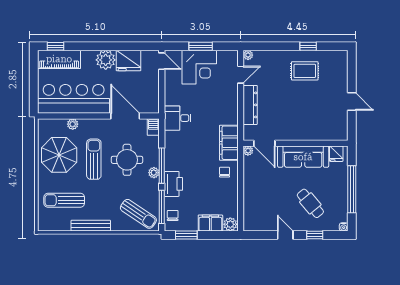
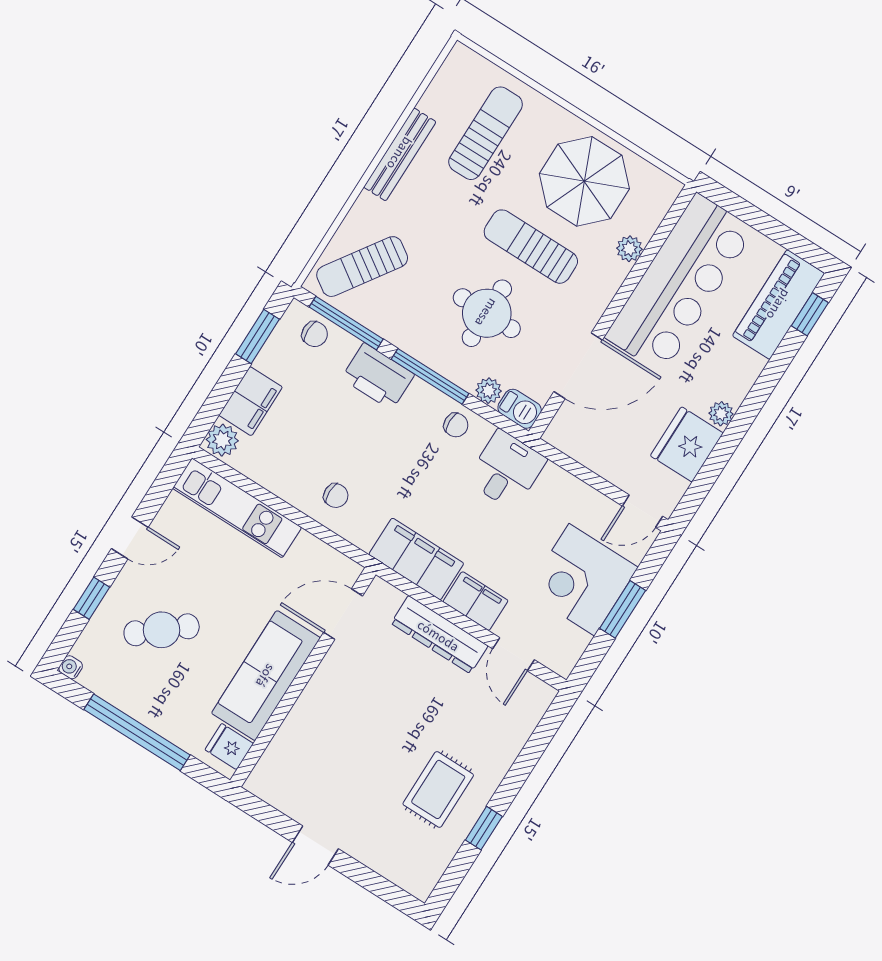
plant: (248, 55) -> (544, 695), removed
plant: (106, 60) -> (721, 414), width x0.53, depth x0.53
filing cabinet: (230, 100) -> (476, 601), added
filing cabinet: (229, 143) -> (416, 559), moved
chair: (173, 146) -> (456, 425), added
plant: (248, 151) -> (349, 571), removed
sun lounger: (94, 159) -> (531, 247), turned 180
plant: (154, 173) -> (489, 391), moved
kitchen unit: (251, 204) -> (237, 508), added

